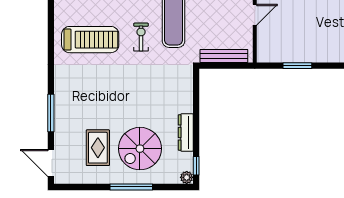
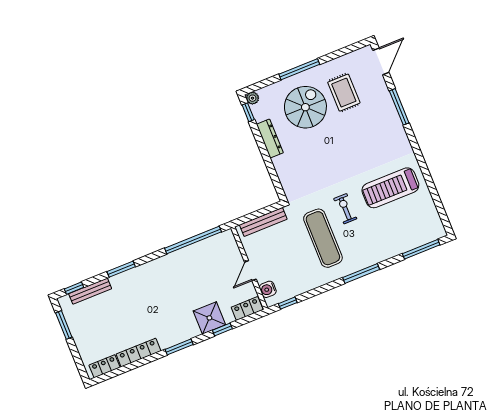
exercise bike: (141, 37) -> (345, 209), turned 180
window: (297, 66) -> (193, 240), width x2.11
door: (51, 163) -> (381, 61), hinge flipped

